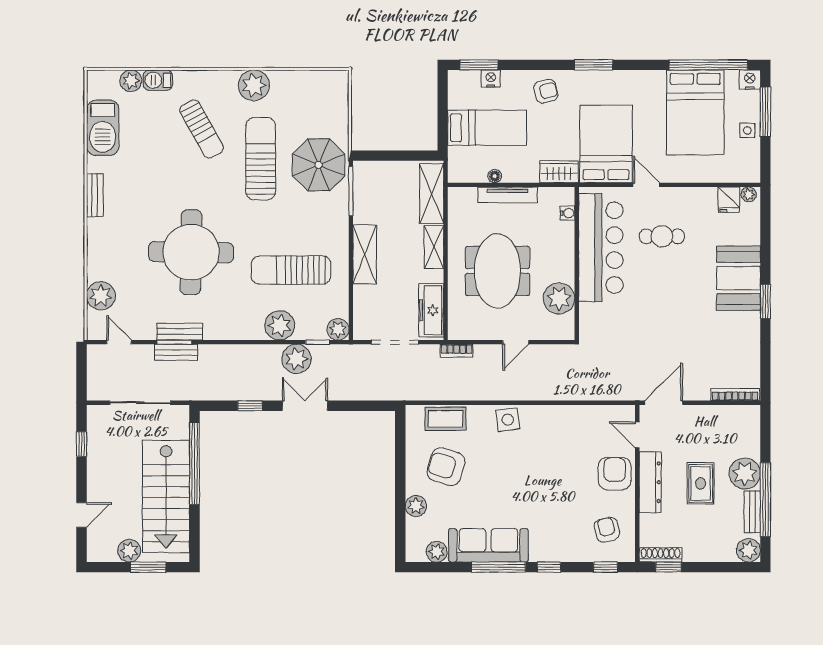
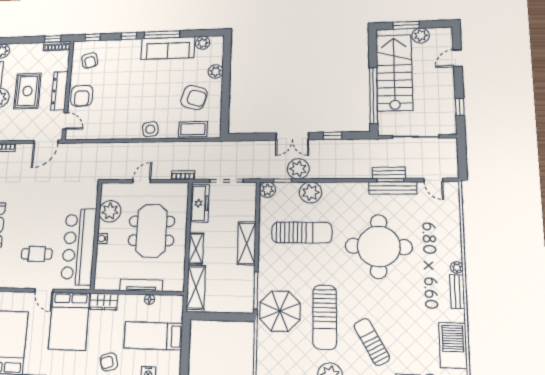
water cooler: (568, 213) -> (102, 239), moved
plant: (101, 296) -> (457, 267), moved, width x0.53, depth x0.53
bench: (180, 332) -> (393, 188), width x1.36
rug: (701, 483) -> (27, 91), width x1.36, depth x1.43

